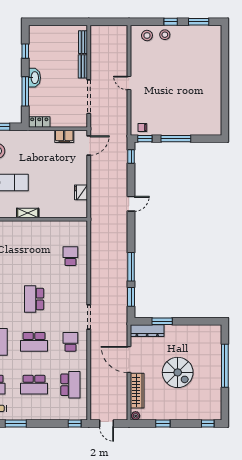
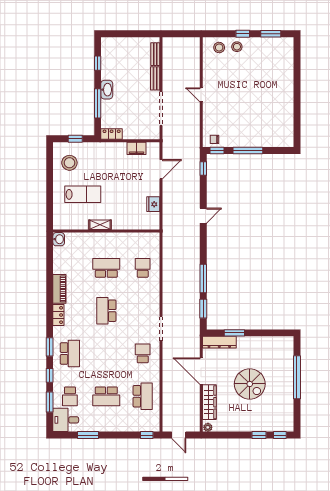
door: (89, 146) -> (161, 169), moved
school desk: (34, 342) -> (106, 268), moved, turned 180
window: (163, 424) -> (259, 435), moved

